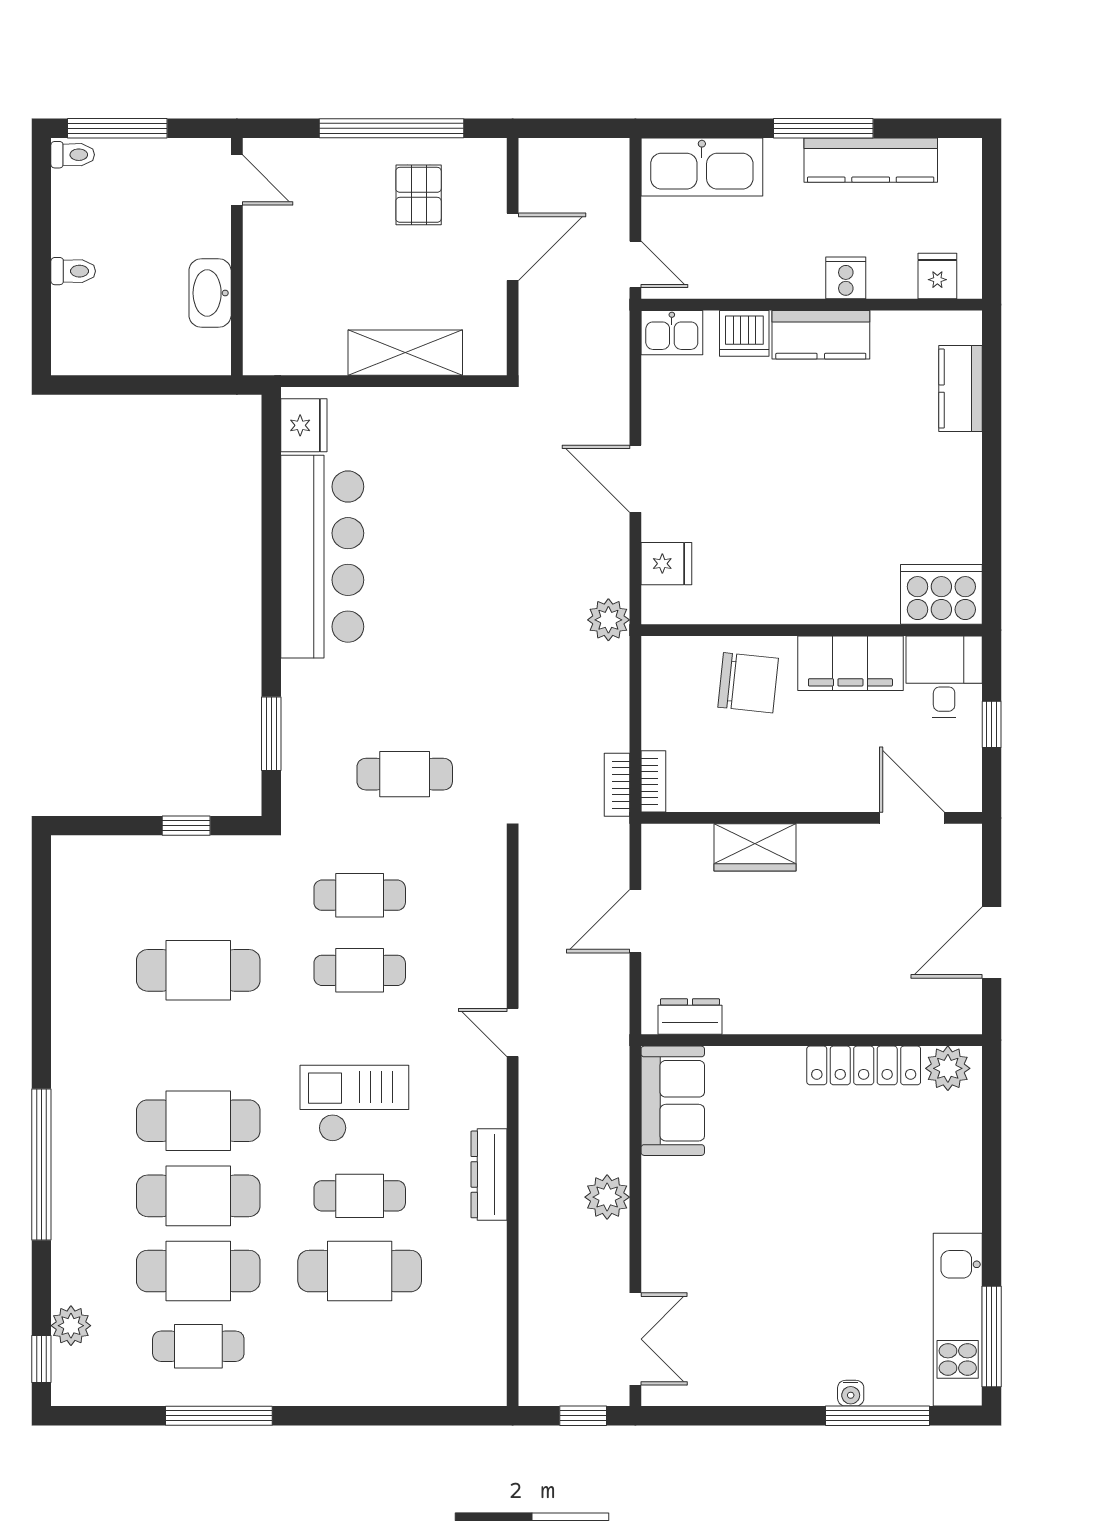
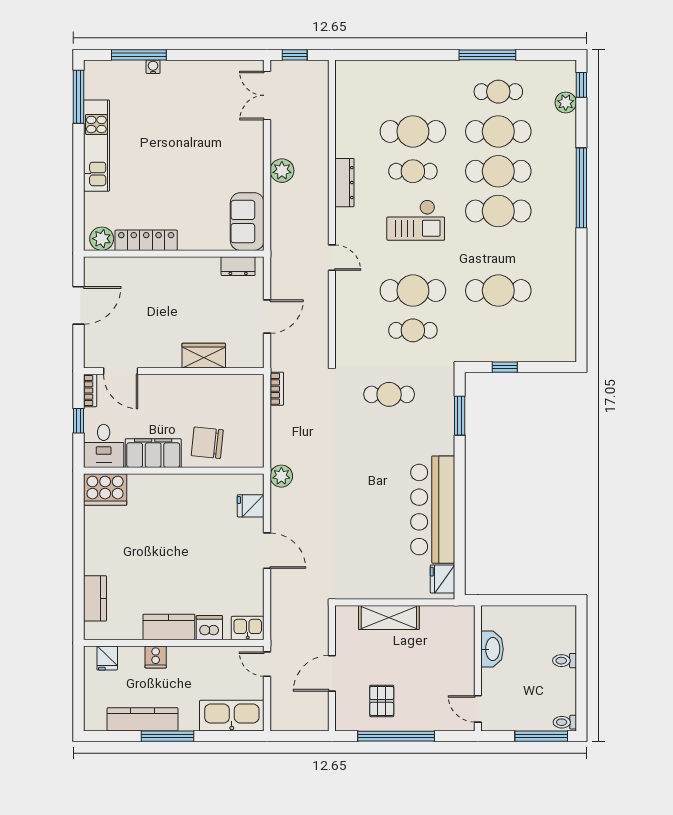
bookcase: (653, 781) -> (90, 391), moved, turned 180
cafe table: (360, 970) -> (413, 291), width x1.37, depth x1.35
kitchen unit: (958, 1320) -> (96, 146), moved

